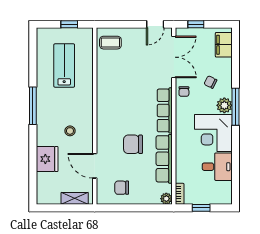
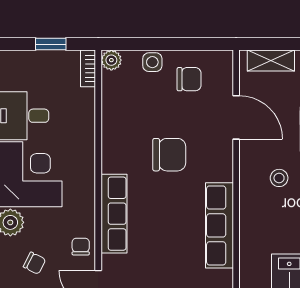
row of seats: (164, 159) -> (219, 225), moved, turned 180
side table: (143, 197) -> (152, 62), added

